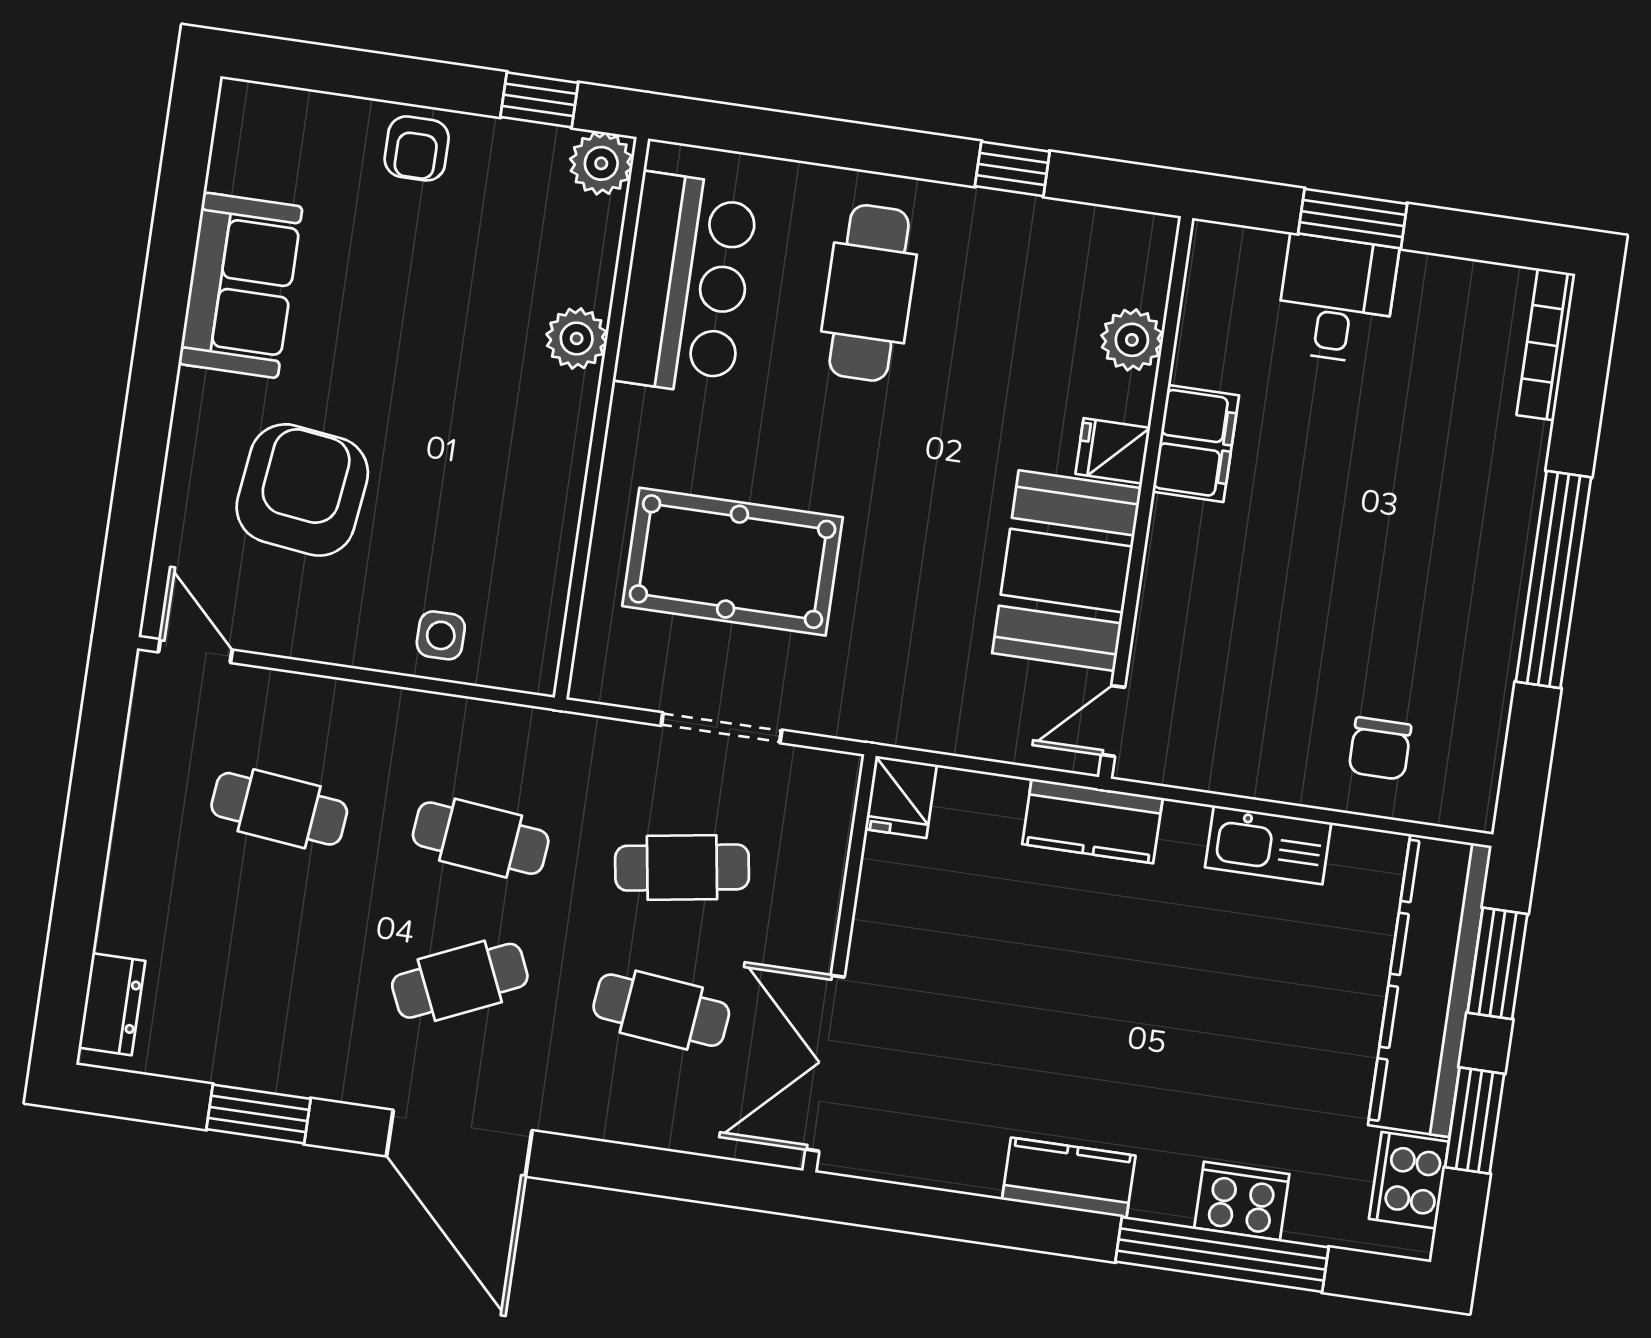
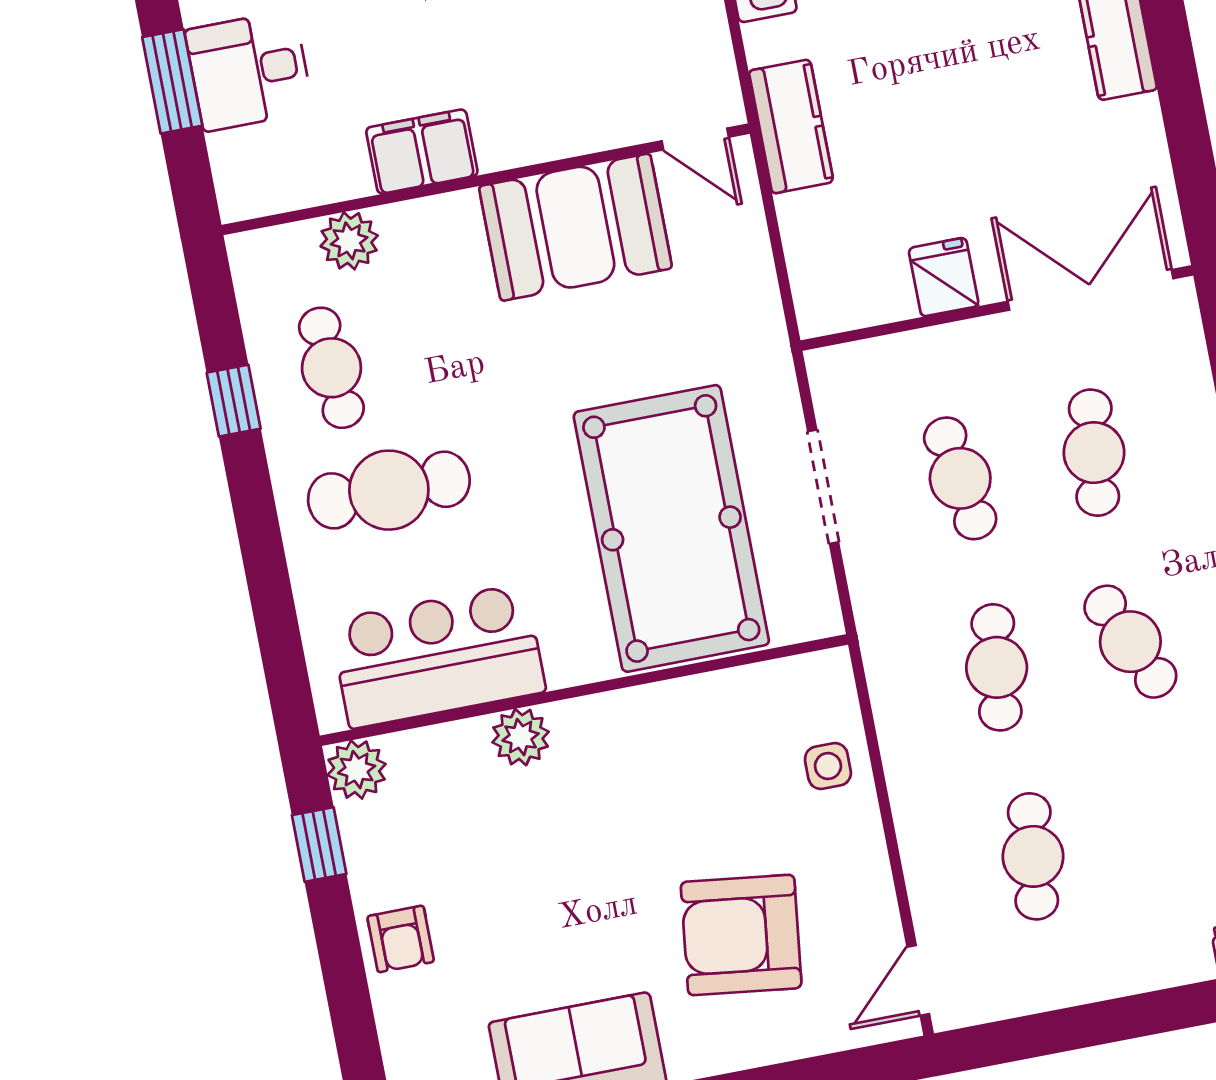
armchair: (417, 148) -> (401, 939), turned 90
cafe table: (1011, 278) -> (331, 368), added
fridge: (1113, 451) -> (454, 223), removed
pool table: (733, 562) -> (671, 528), width x1.36, depth x1.32
fridge: (901, 797) -> (944, 277), moved, turned -90
double door: (825, 1063) -> (1090, 290), swing flipped

